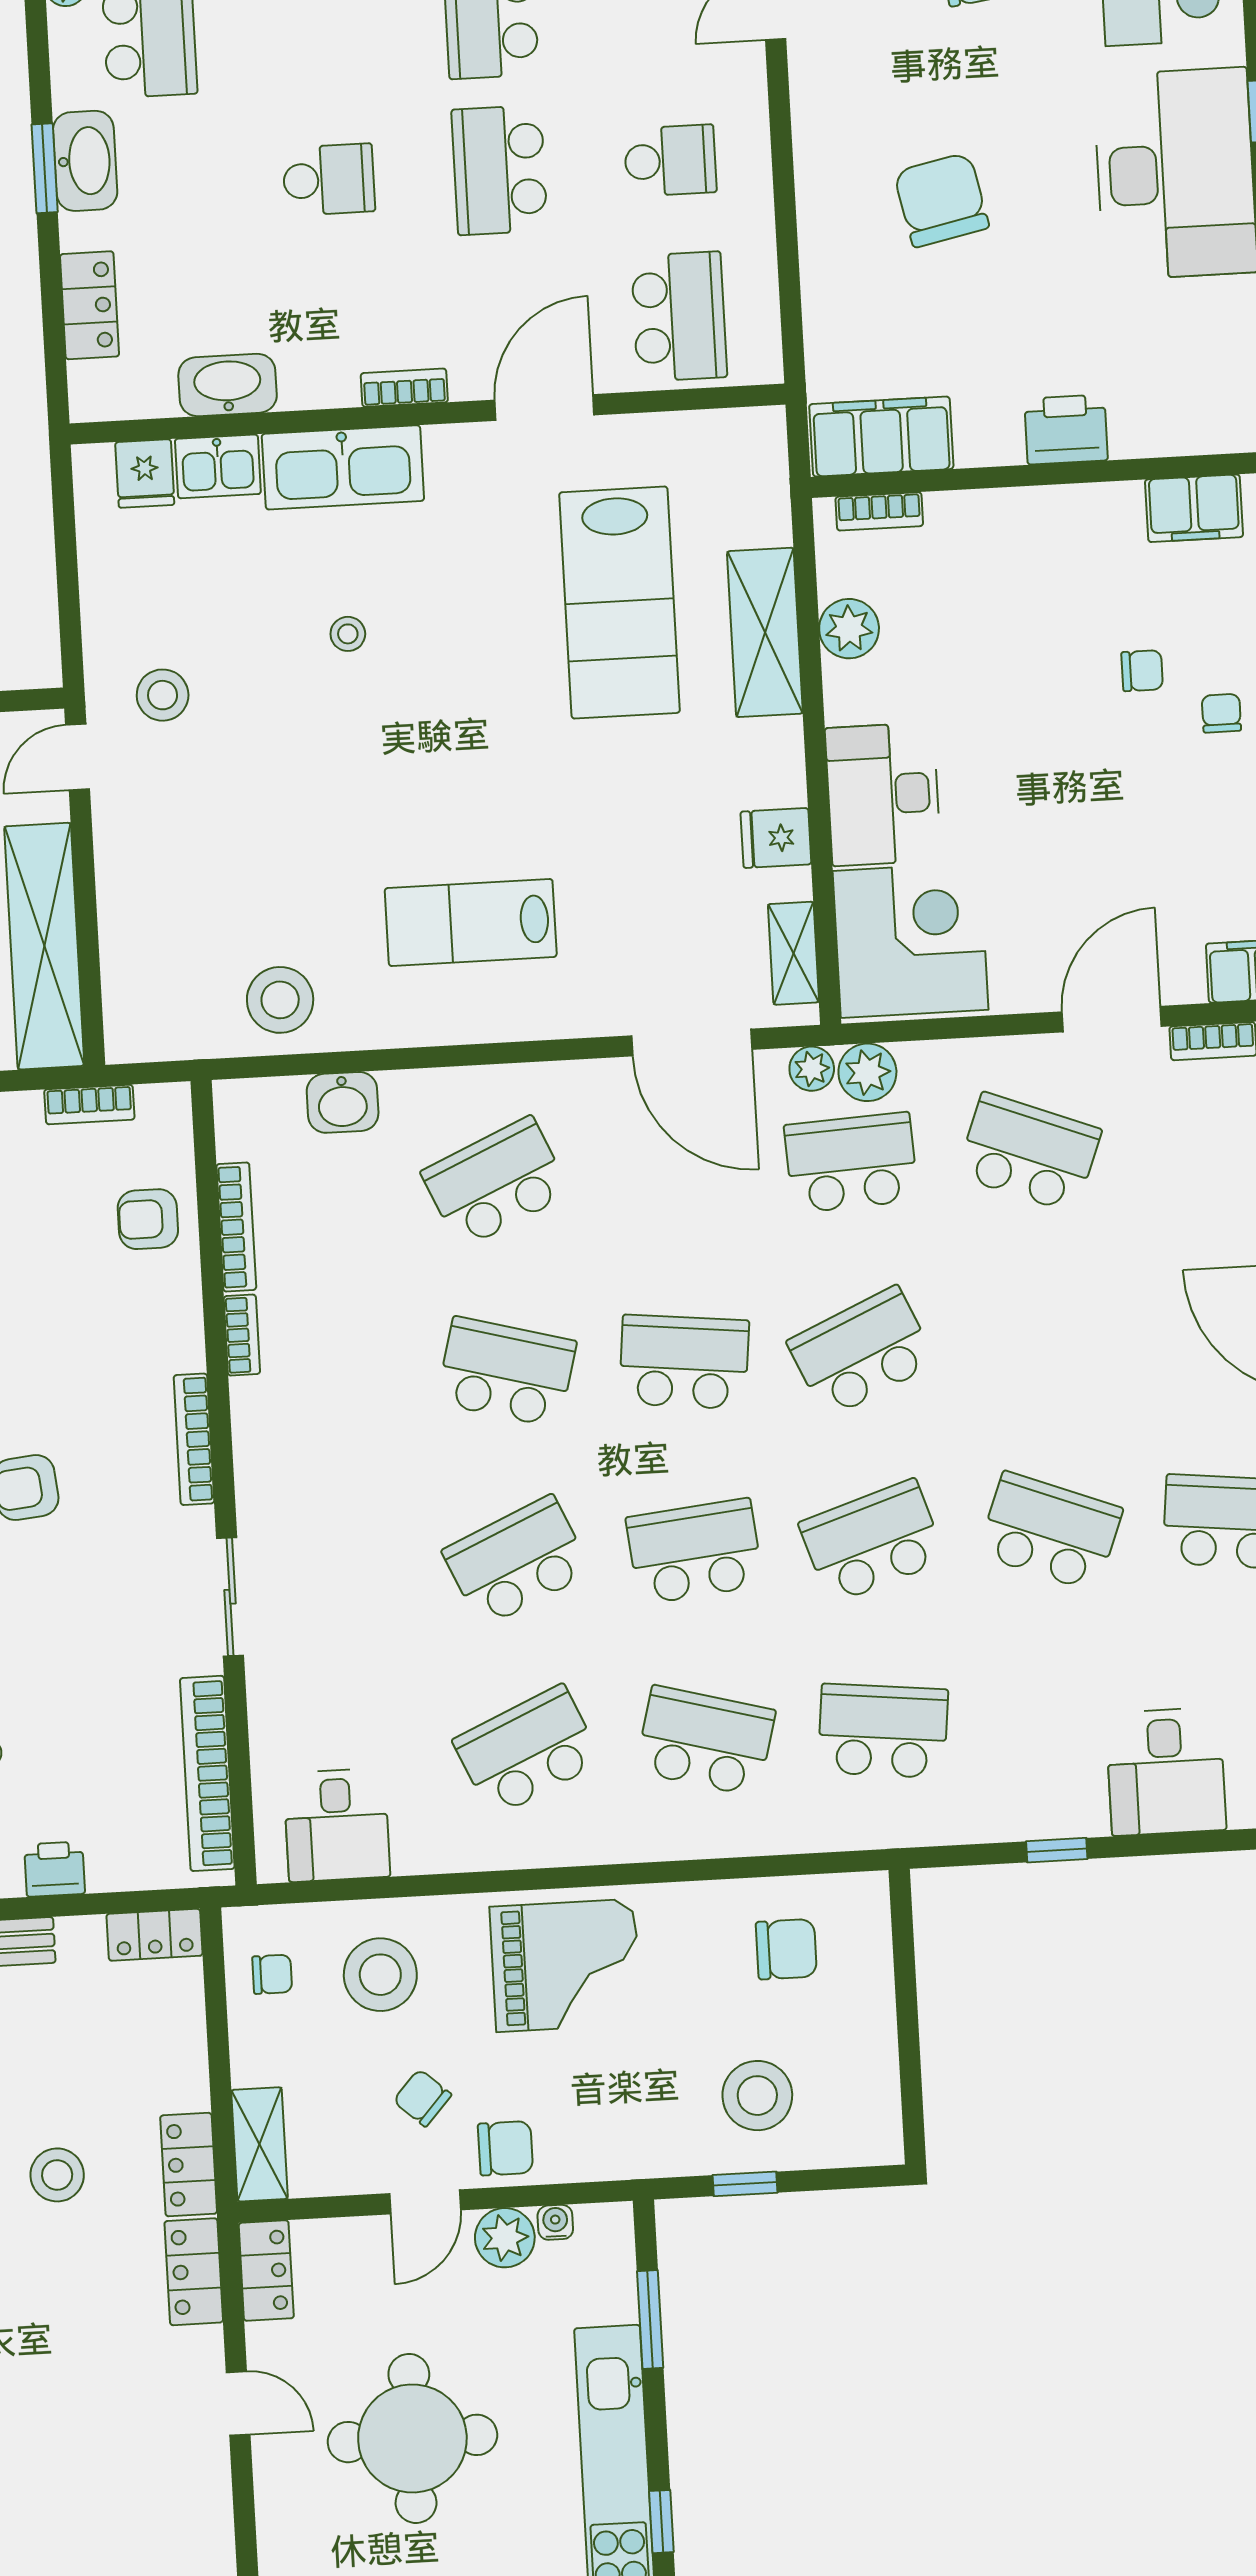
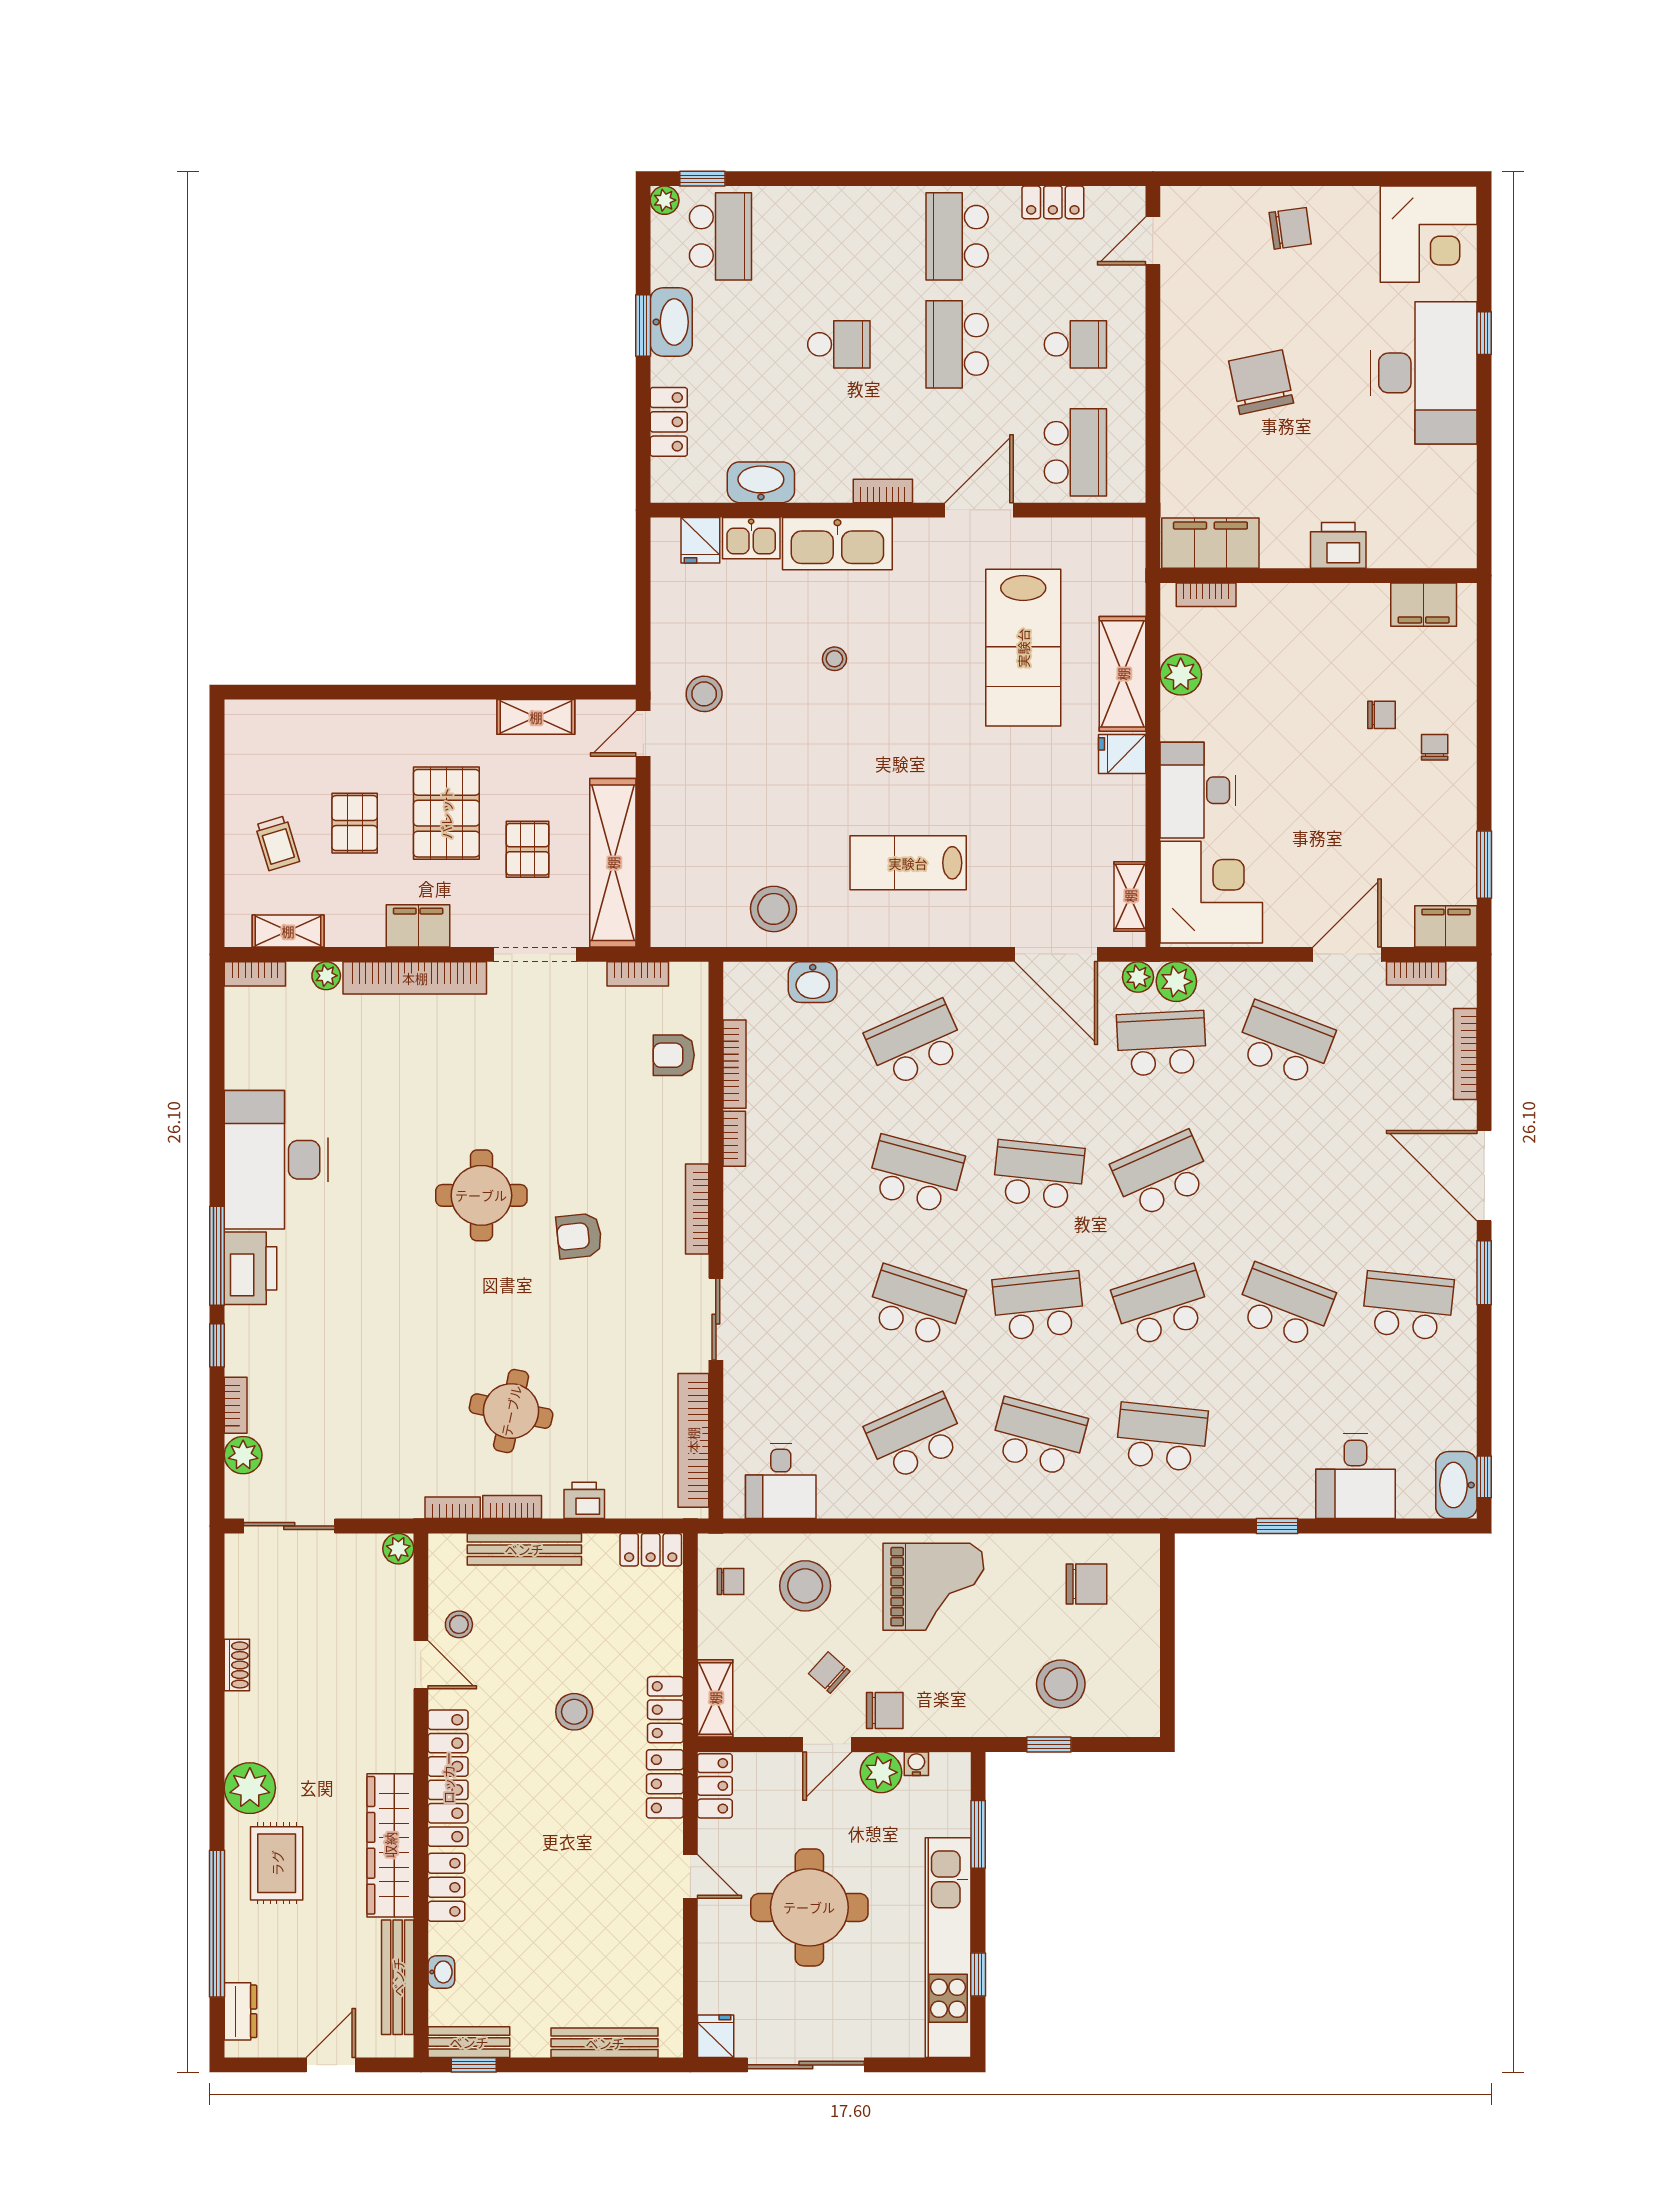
fridge: (776, 838) -> (1122, 754), moved
school desk: (517, 1561) -> (915, 1306), turned 42

